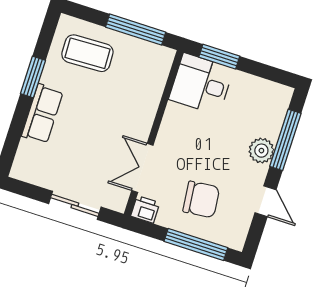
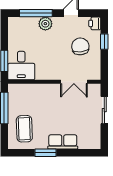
printer: (145, 209) -> (95, 23), moved
window: (196, 244) -> (104, 42), width x0.46

